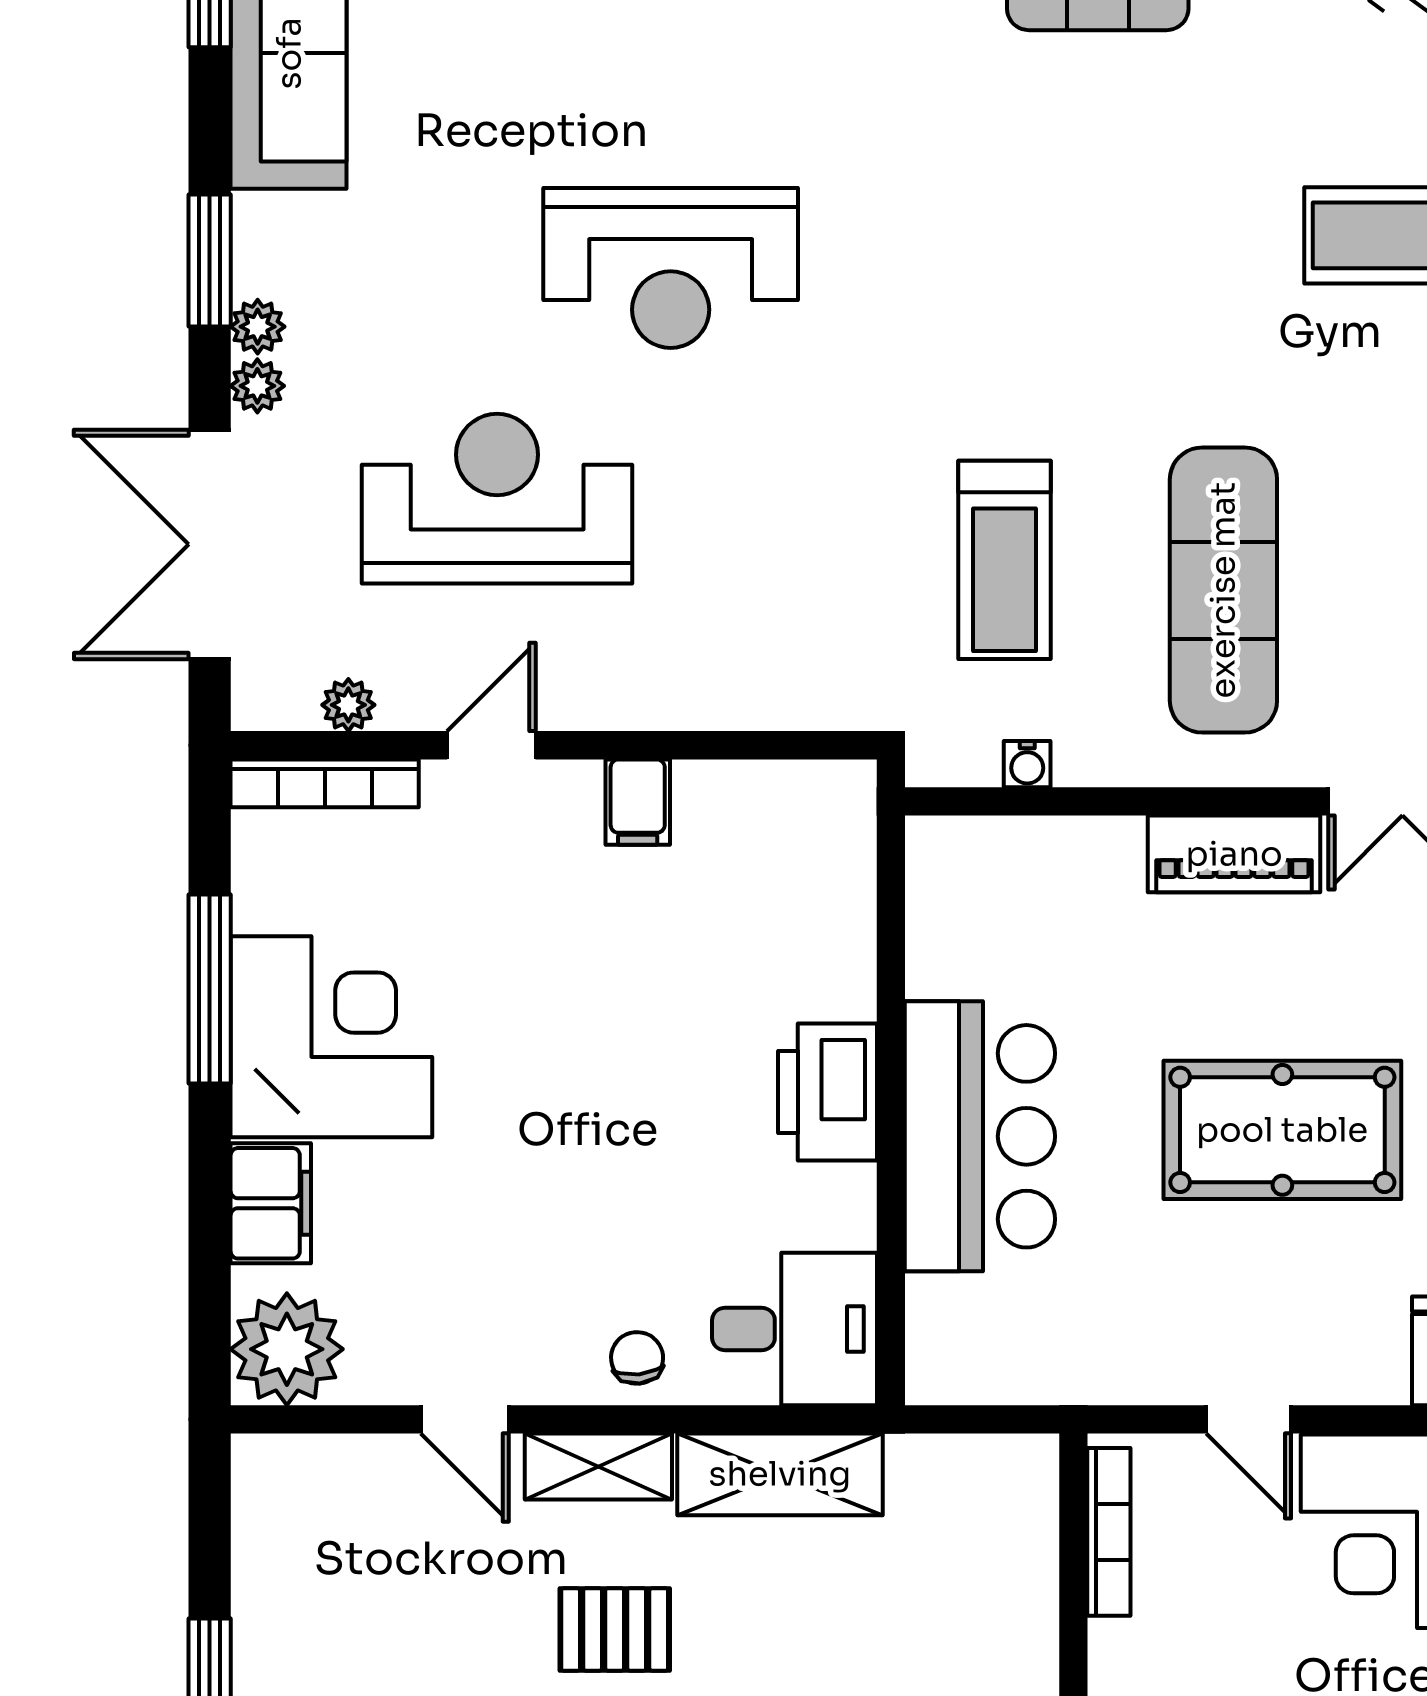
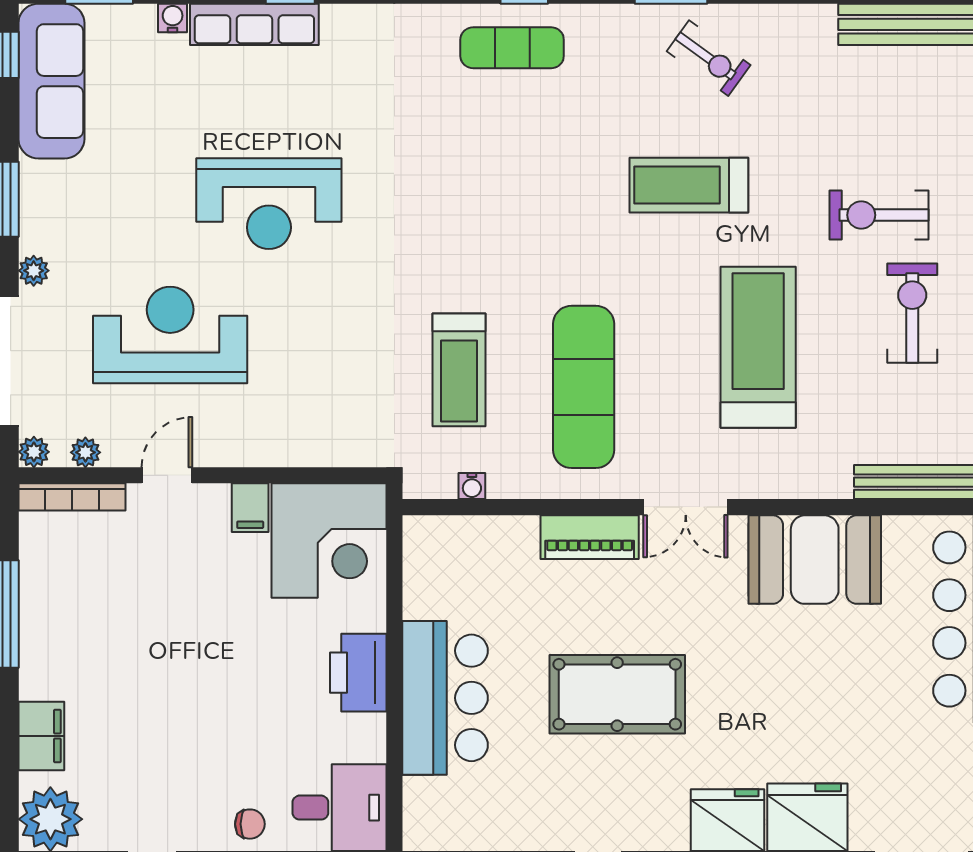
plant: (258, 327) -> (34, 452), moved
corner desk: (331, 1037) -> (329, 541), moved, turned 90
chair: (637, 1358) -> (250, 824), turned 96

